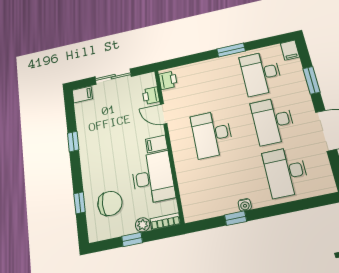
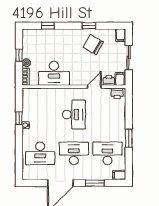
desk: (212, 134) -> (74, 115), turned 90
filing cabinet: (157, 144) -> (120, 79), moved
desk: (286, 172) -> (40, 153), turned 180
chair: (110, 203) -> (93, 45), moved, turned 120

